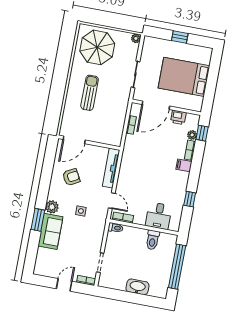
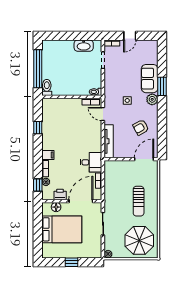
floor lamp: (186, 104) -> (56, 207), added
desk: (159, 216) -> (91, 162), moved, turned 90
toilet: (153, 240) -> (47, 87), moved
washbasin: (137, 287) -> (84, 46), moved

